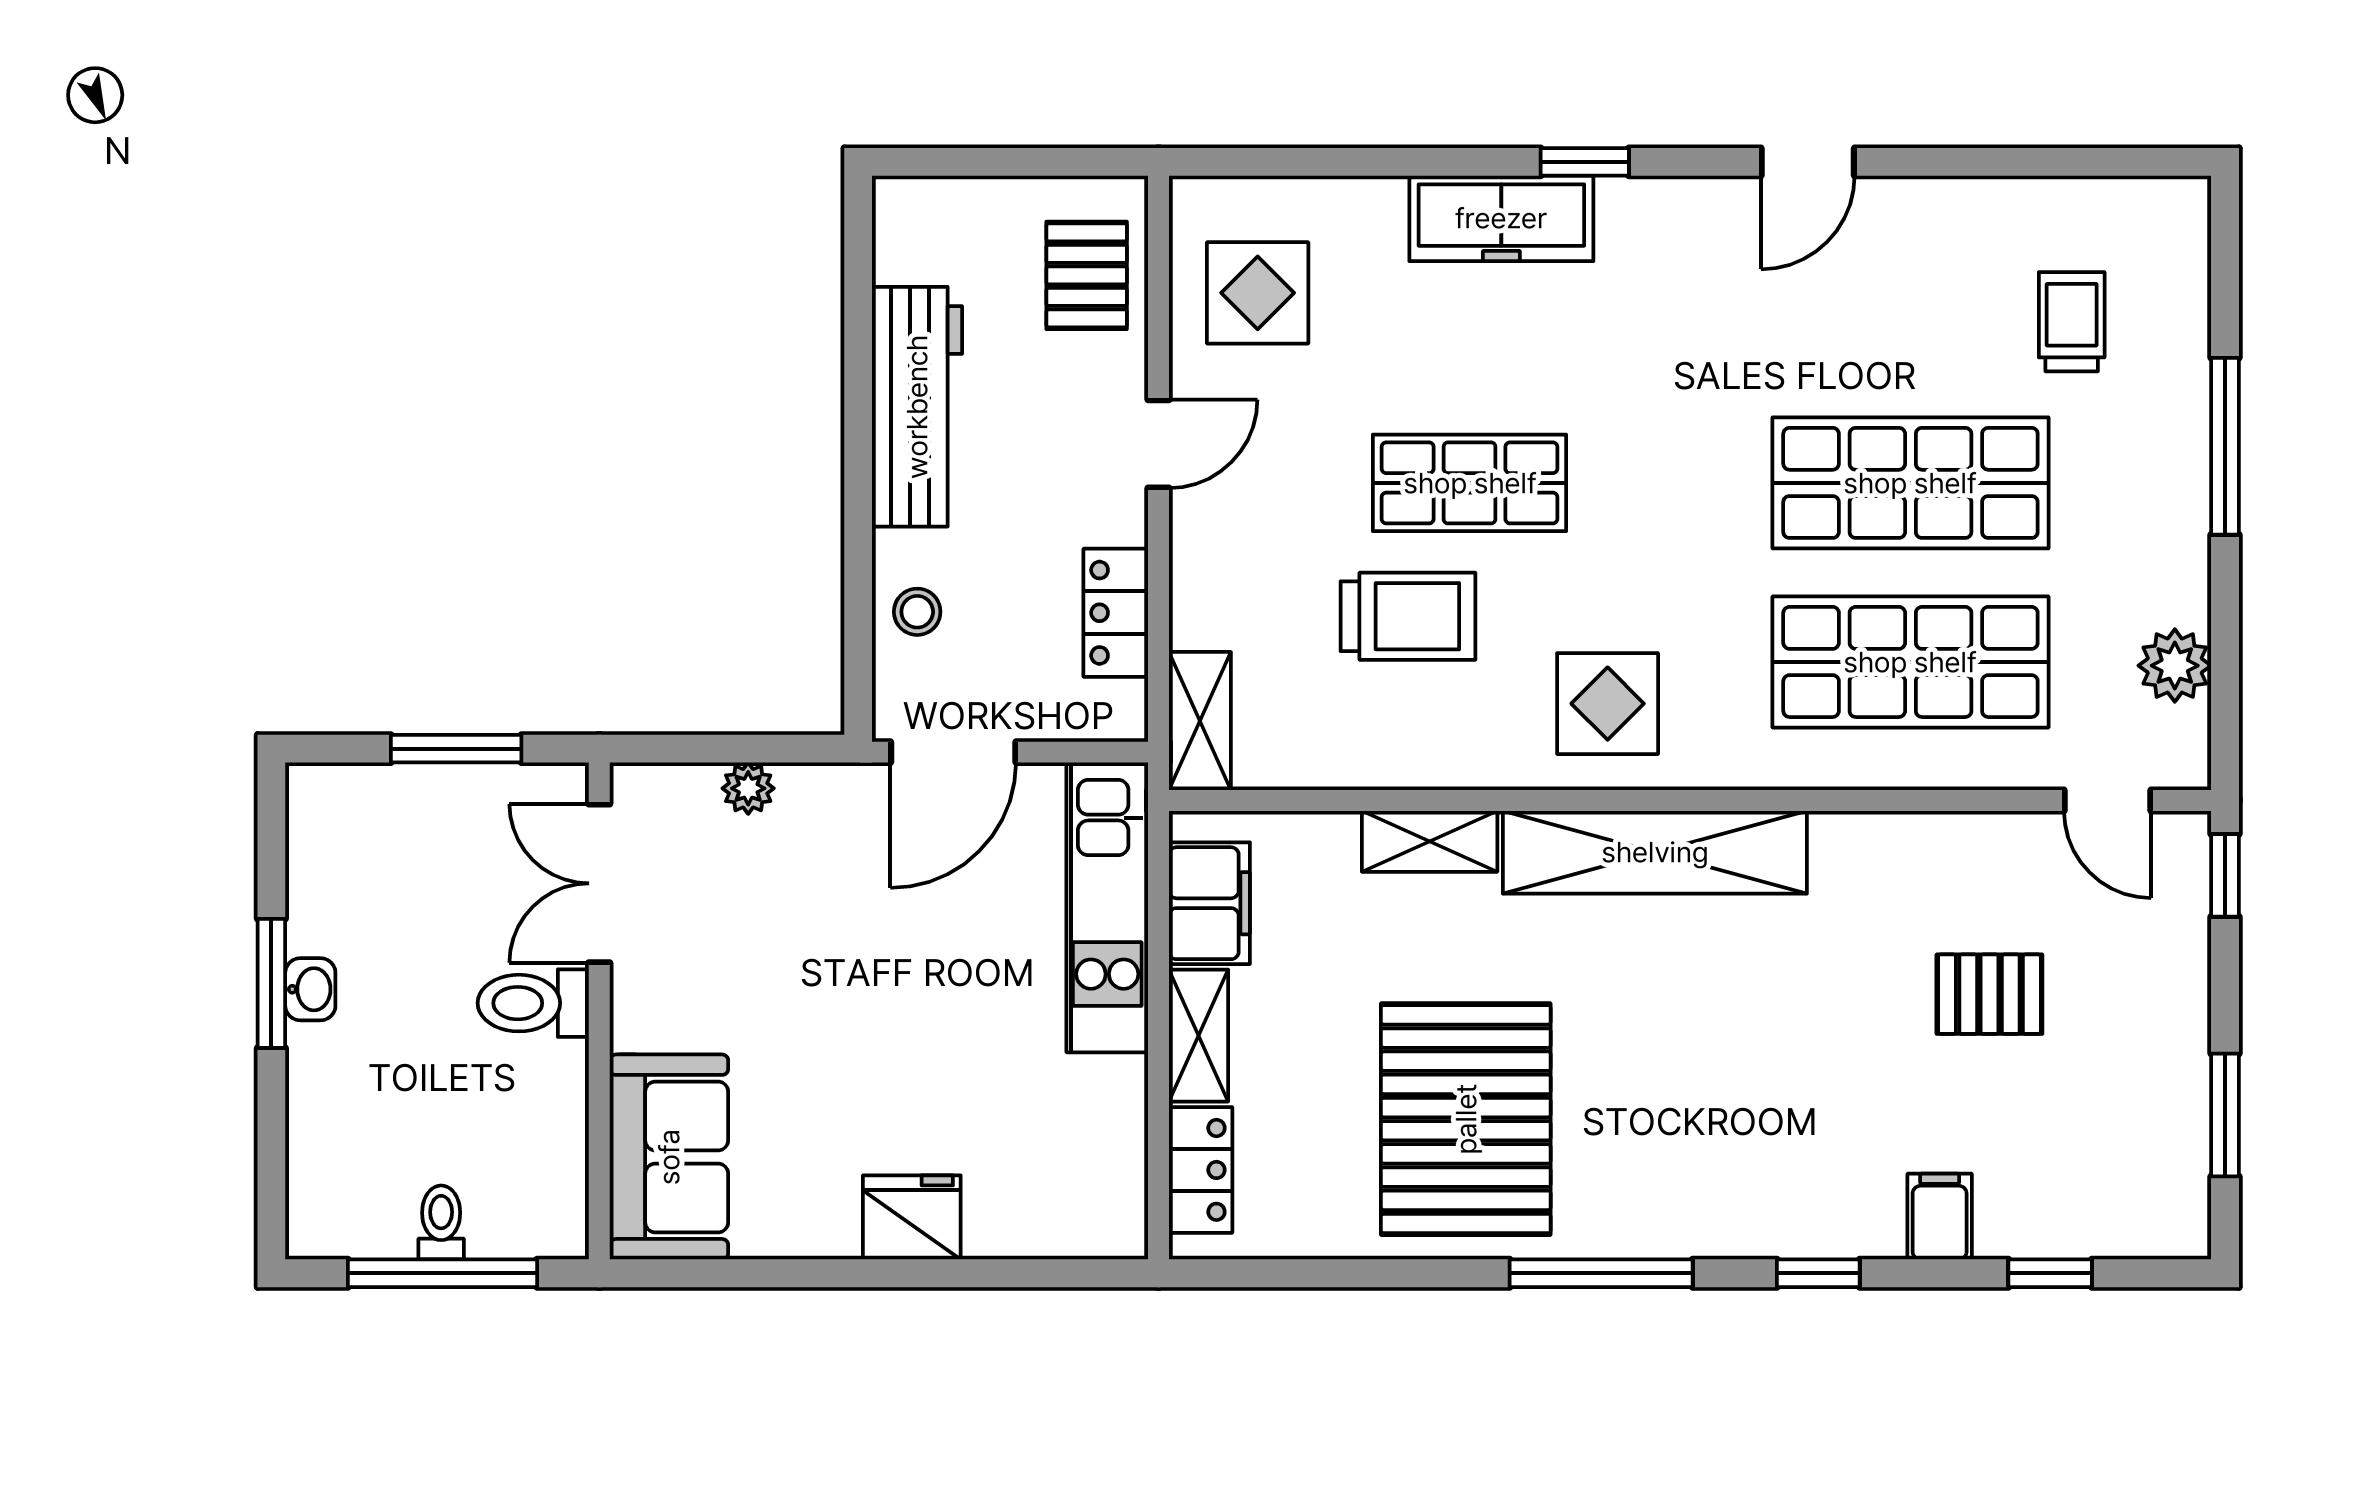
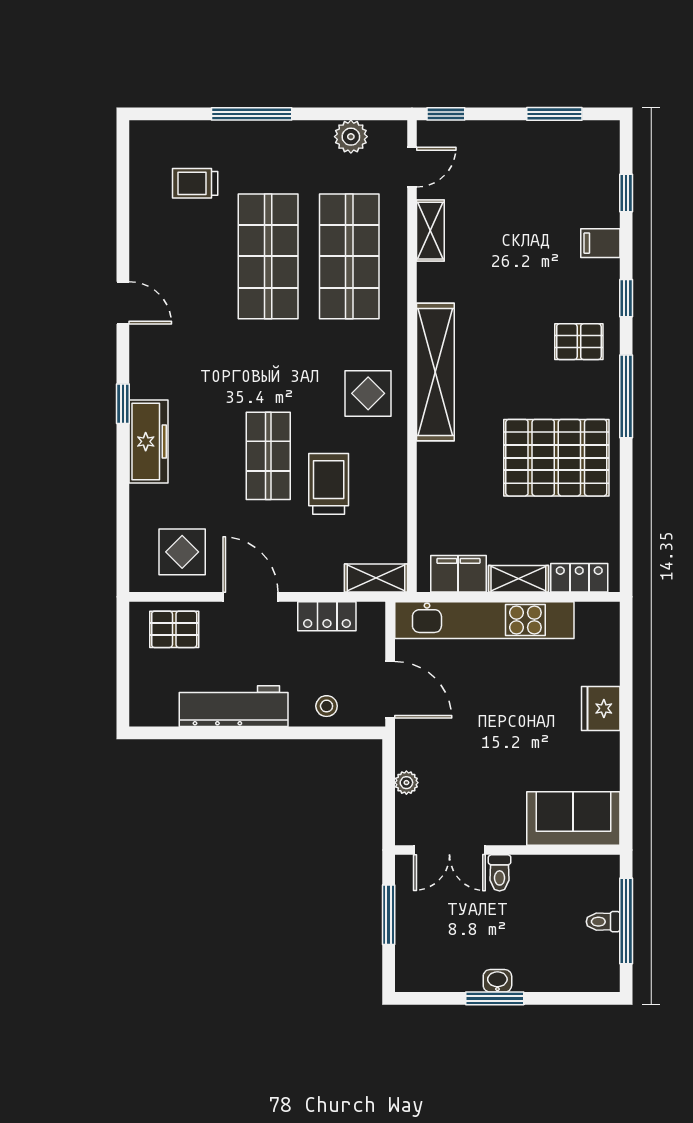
door: (1158, 444) -> (251, 597), width x1.38
shelving: (1430, 841) -> (430, 231), moved
kitchen unit: (1107, 907) -> (484, 620), width x1.36
pallet: (1989, 994) -> (579, 342), moved, turned 90
toilet: (533, 1003) -> (500, 873), width x0.73, depth x0.72

